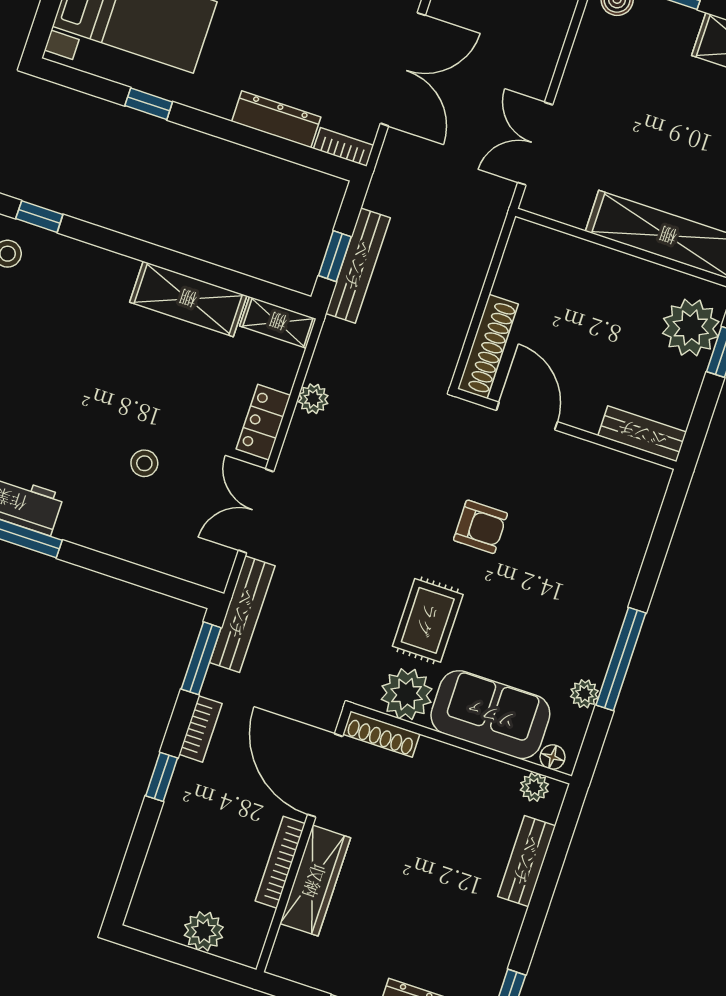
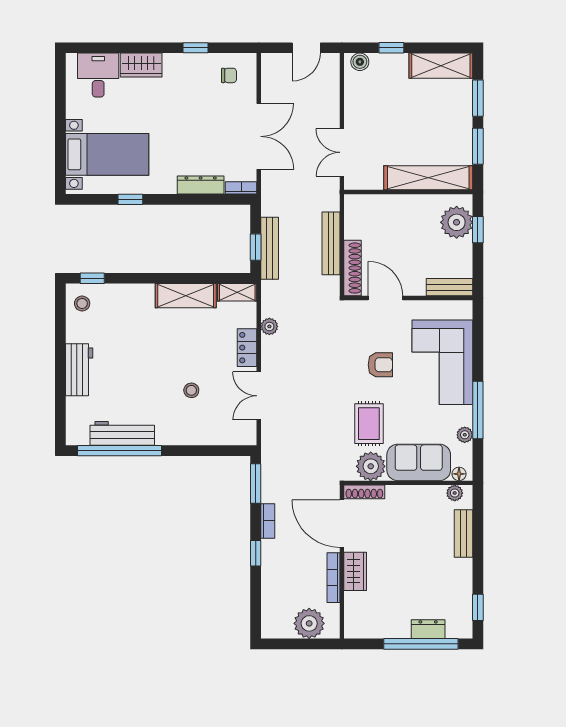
corner sofa: (588, 558) -> (442, 362), added
bench: (242, 614) -> (331, 243), moved
wardrobe: (315, 881) -> (355, 571), width x0.67
plant: (204, 931) -> (309, 623), width x1.36, depth x1.36

